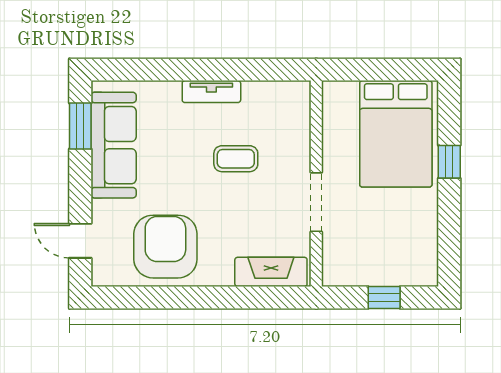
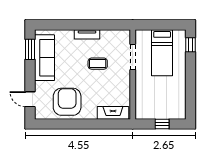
bed: (396, 134) -> (162, 53), width x0.67
window: (449, 162) -> (190, 45), moved
doorway: (316, 202) -> (133, 57), moved

